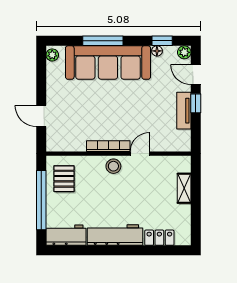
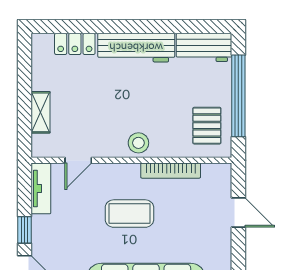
tv unit: (184, 111) -> (41, 188), moved
coffee table: (120, 115) -> (129, 214), added
bookcase: (108, 146) -> (171, 171), moved
door: (140, 154) -> (78, 160), moved

